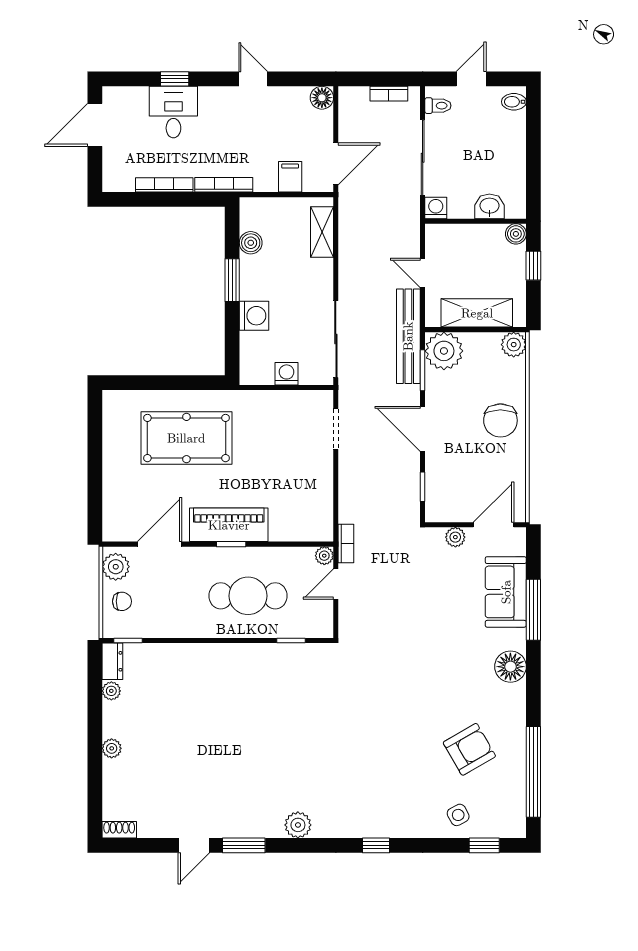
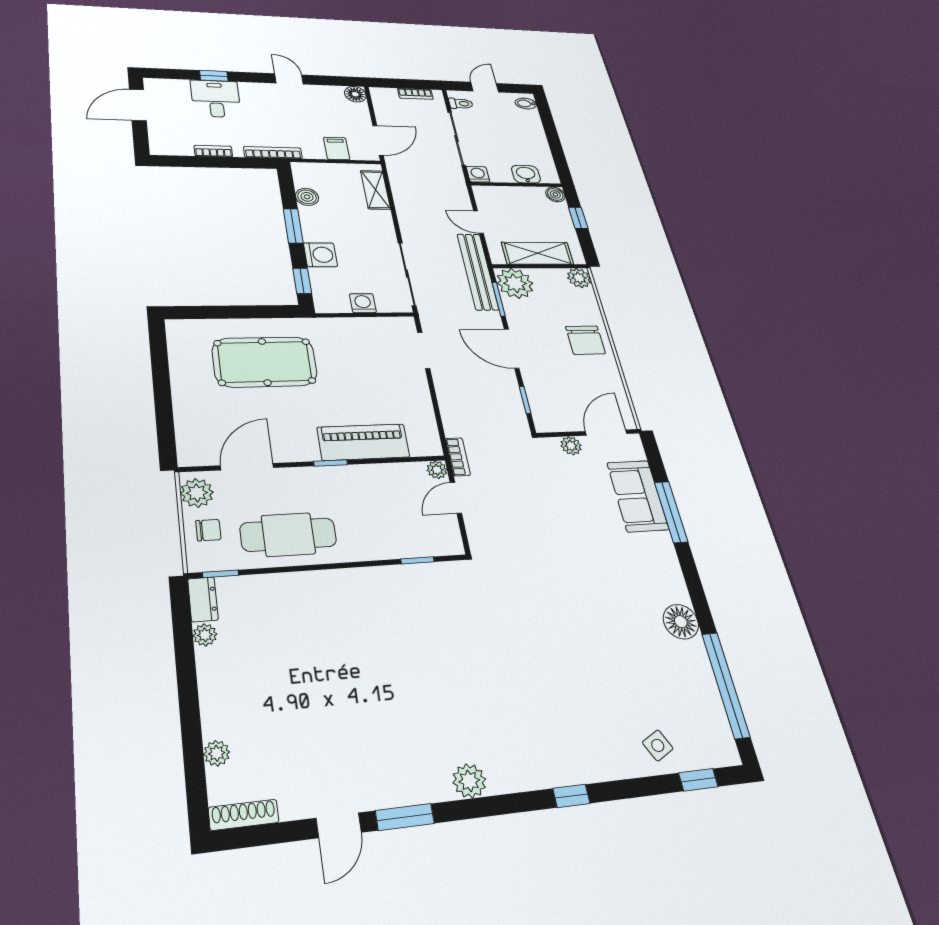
bookcase: (164, 185) -> (213, 151), width x0.64
window: (232, 347) -> (302, 281), added
piano: (229, 525) -> (363, 442), moved
cafe table: (248, 596) -> (288, 535), moved
floor lamp: (510, 667) -> (681, 622), moved
plant: (112, 748) -> (217, 753), moved
armchair: (469, 749) -> (648, 666), removed
shoe rack: (119, 830) -> (244, 815), width x1.43

